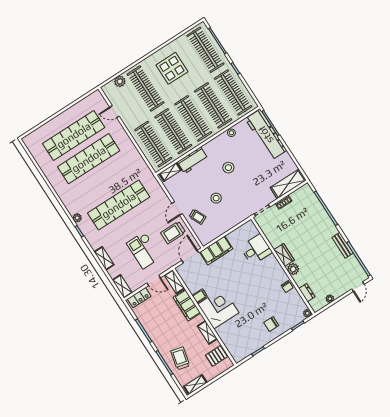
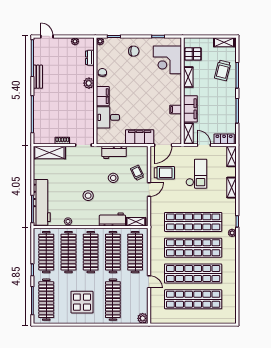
plant: (120, 81) -> (143, 318), moved
door: (114, 112) -> (149, 282), moved
shop shelf: (104, 182) -> (193, 248), added
workbench: (230, 222) -> (114, 152), added
wardrobe: (284, 255) -> (89, 99), removed
filing cabinet: (273, 266) -> (103, 96), added
door: (358, 287) -> (47, 36), hinge flipped
corner desk: (218, 308) -> (167, 60), moved

